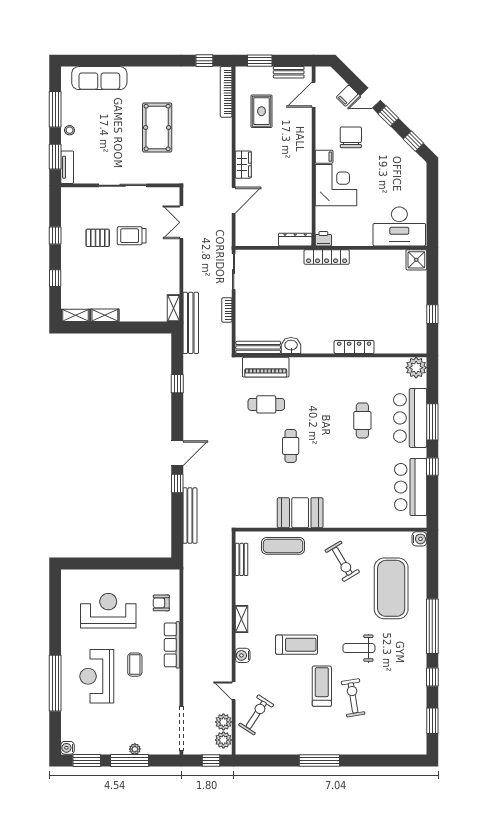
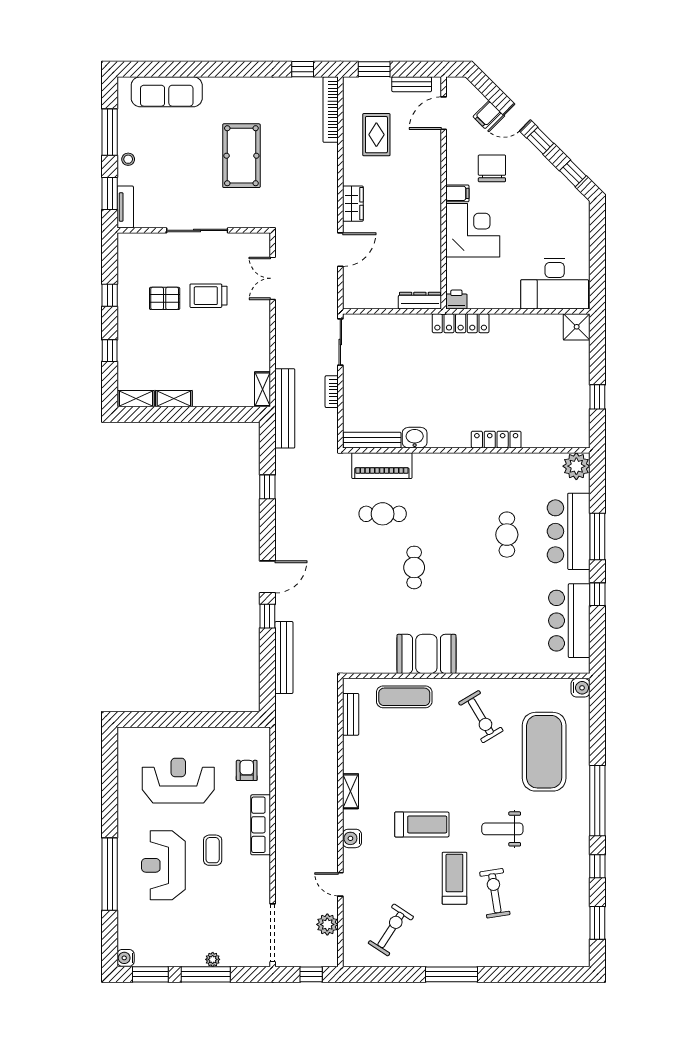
armchair: (161, 603) -> (247, 770), turned 90
exercise bike: (256, 715) -> (391, 930), moved
plant: (223, 740) -> (327, 948), removed

